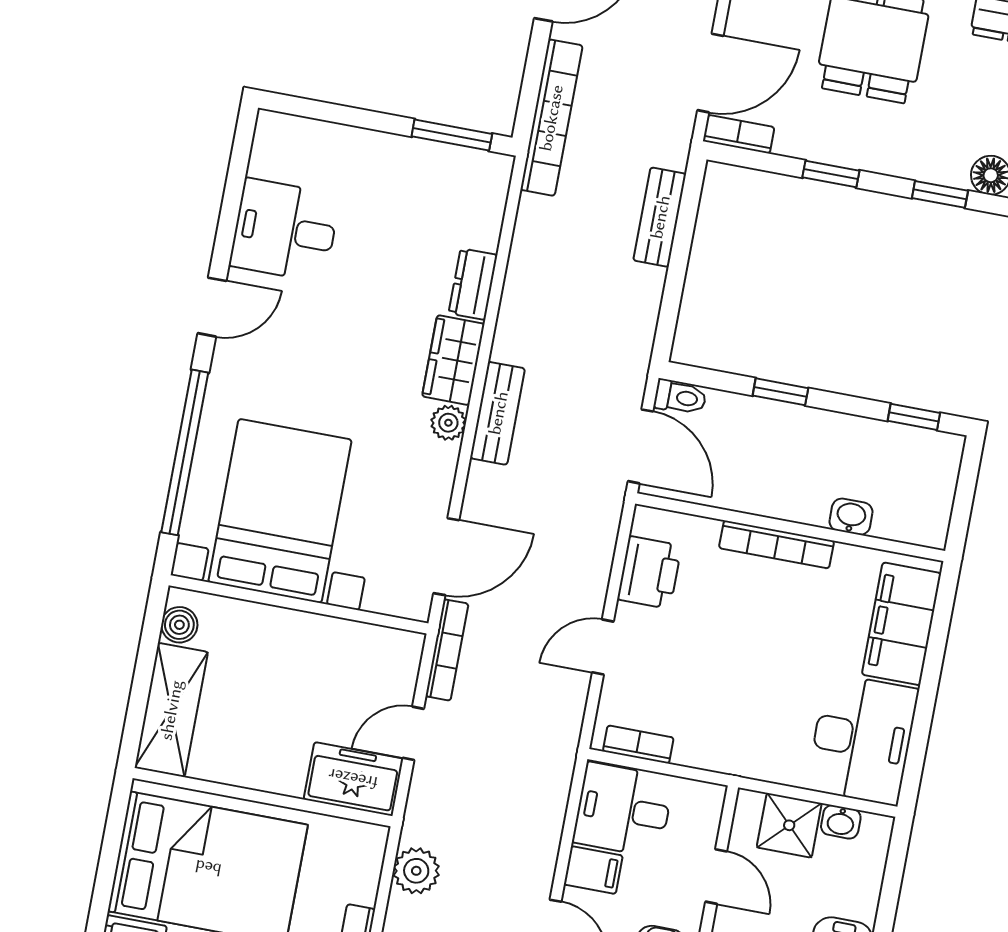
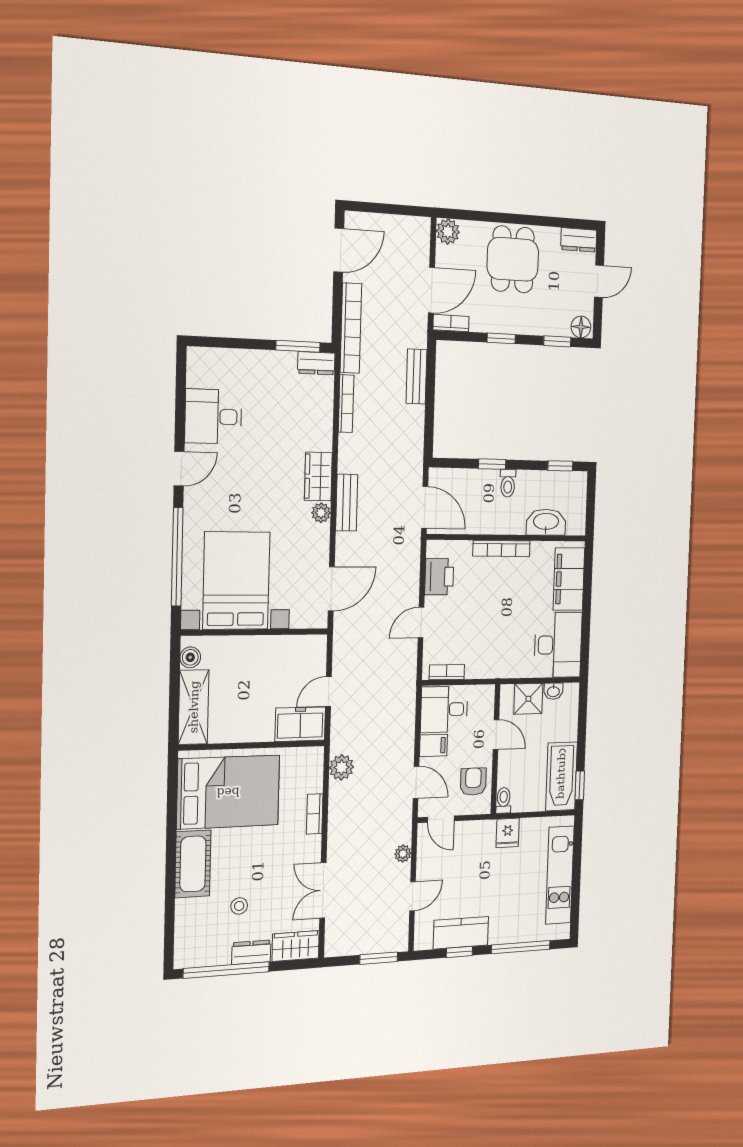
dresser: (473, 284) -> (316, 363), moved, turned -90
toilet: (680, 397) -> (508, 483), moved, turned 90
washbasin: (851, 517) -> (546, 522), width x1.91, depth x1.45
bookcase: (447, 650) -> (346, 404), moved

